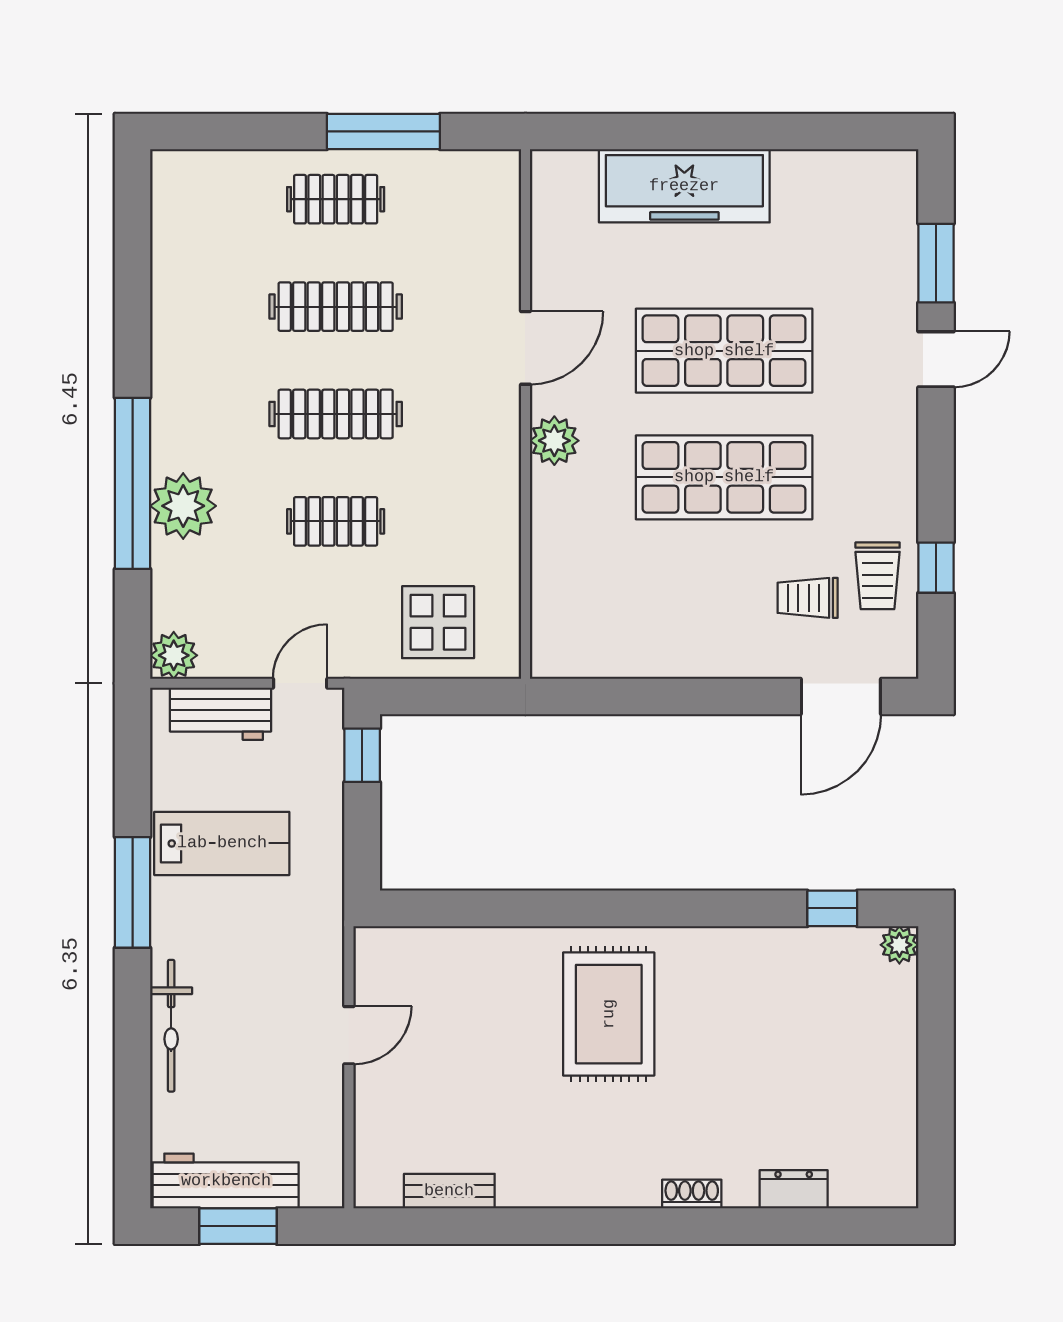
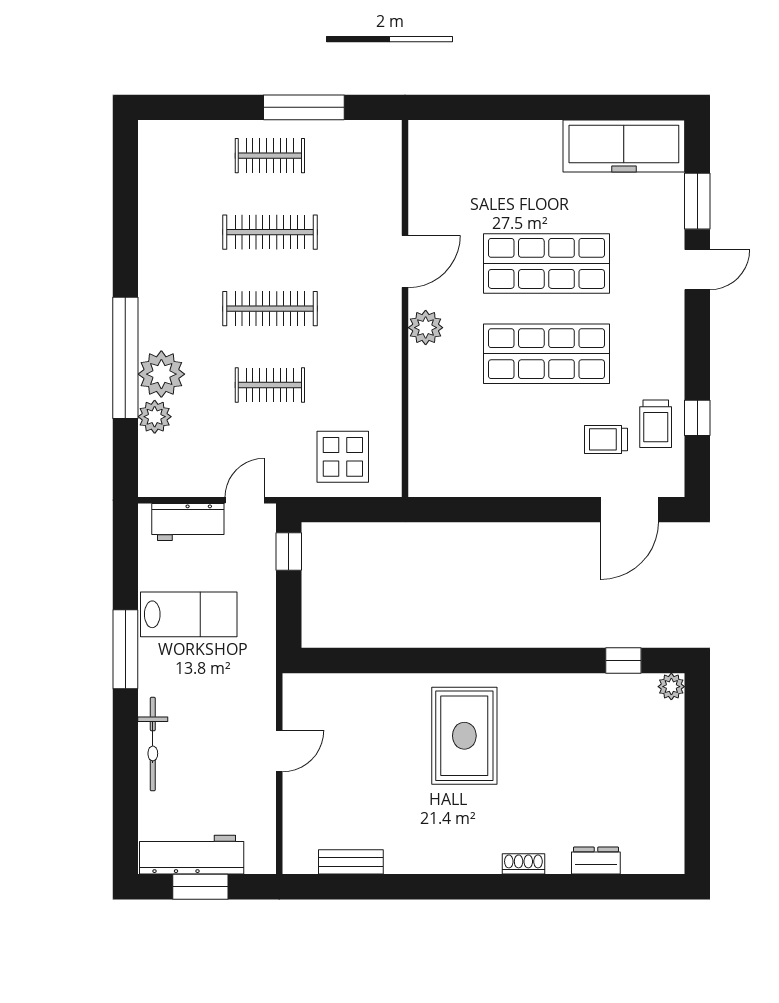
freezer: (684, 186) -> (624, 146), moved
plant: (174, 655) -> (155, 417), moved

